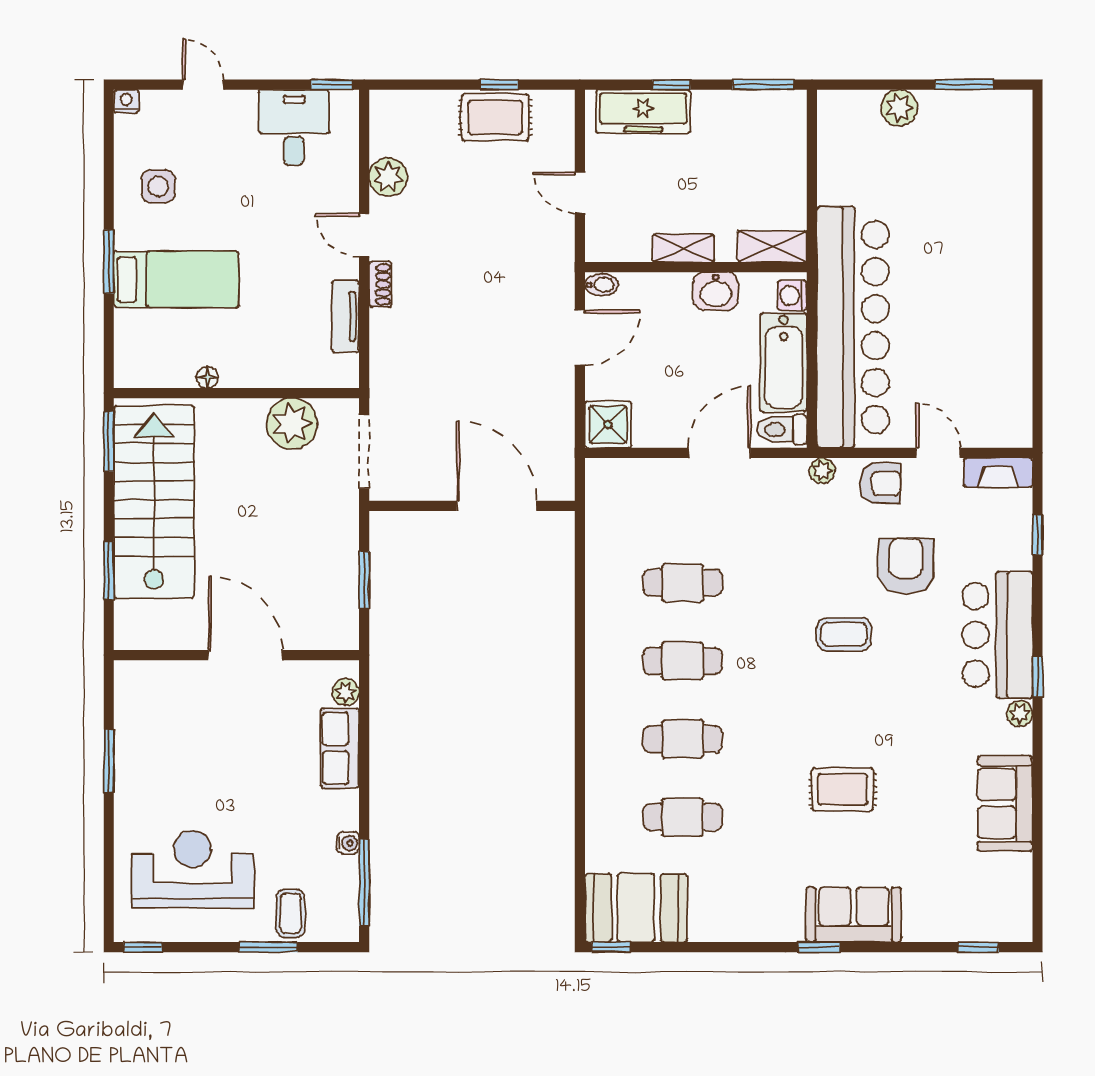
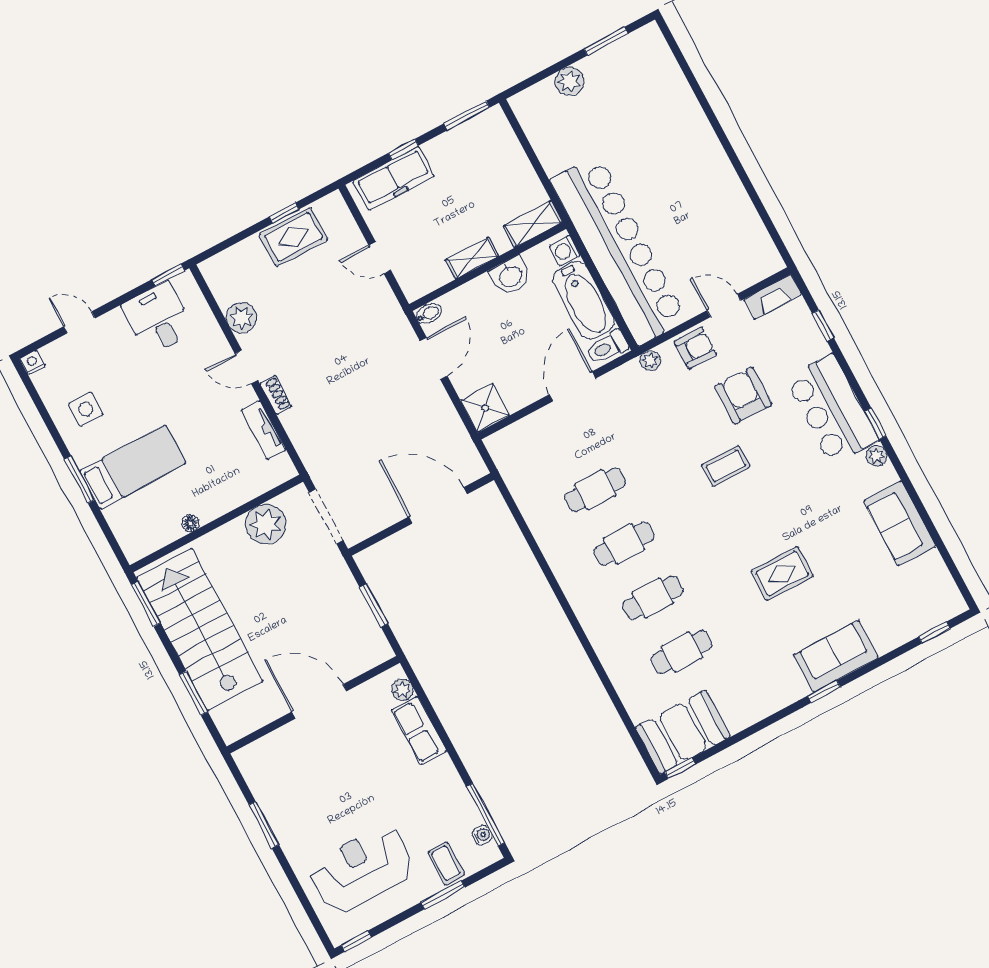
water cooler: (348, 843) -> (482, 835), moved

